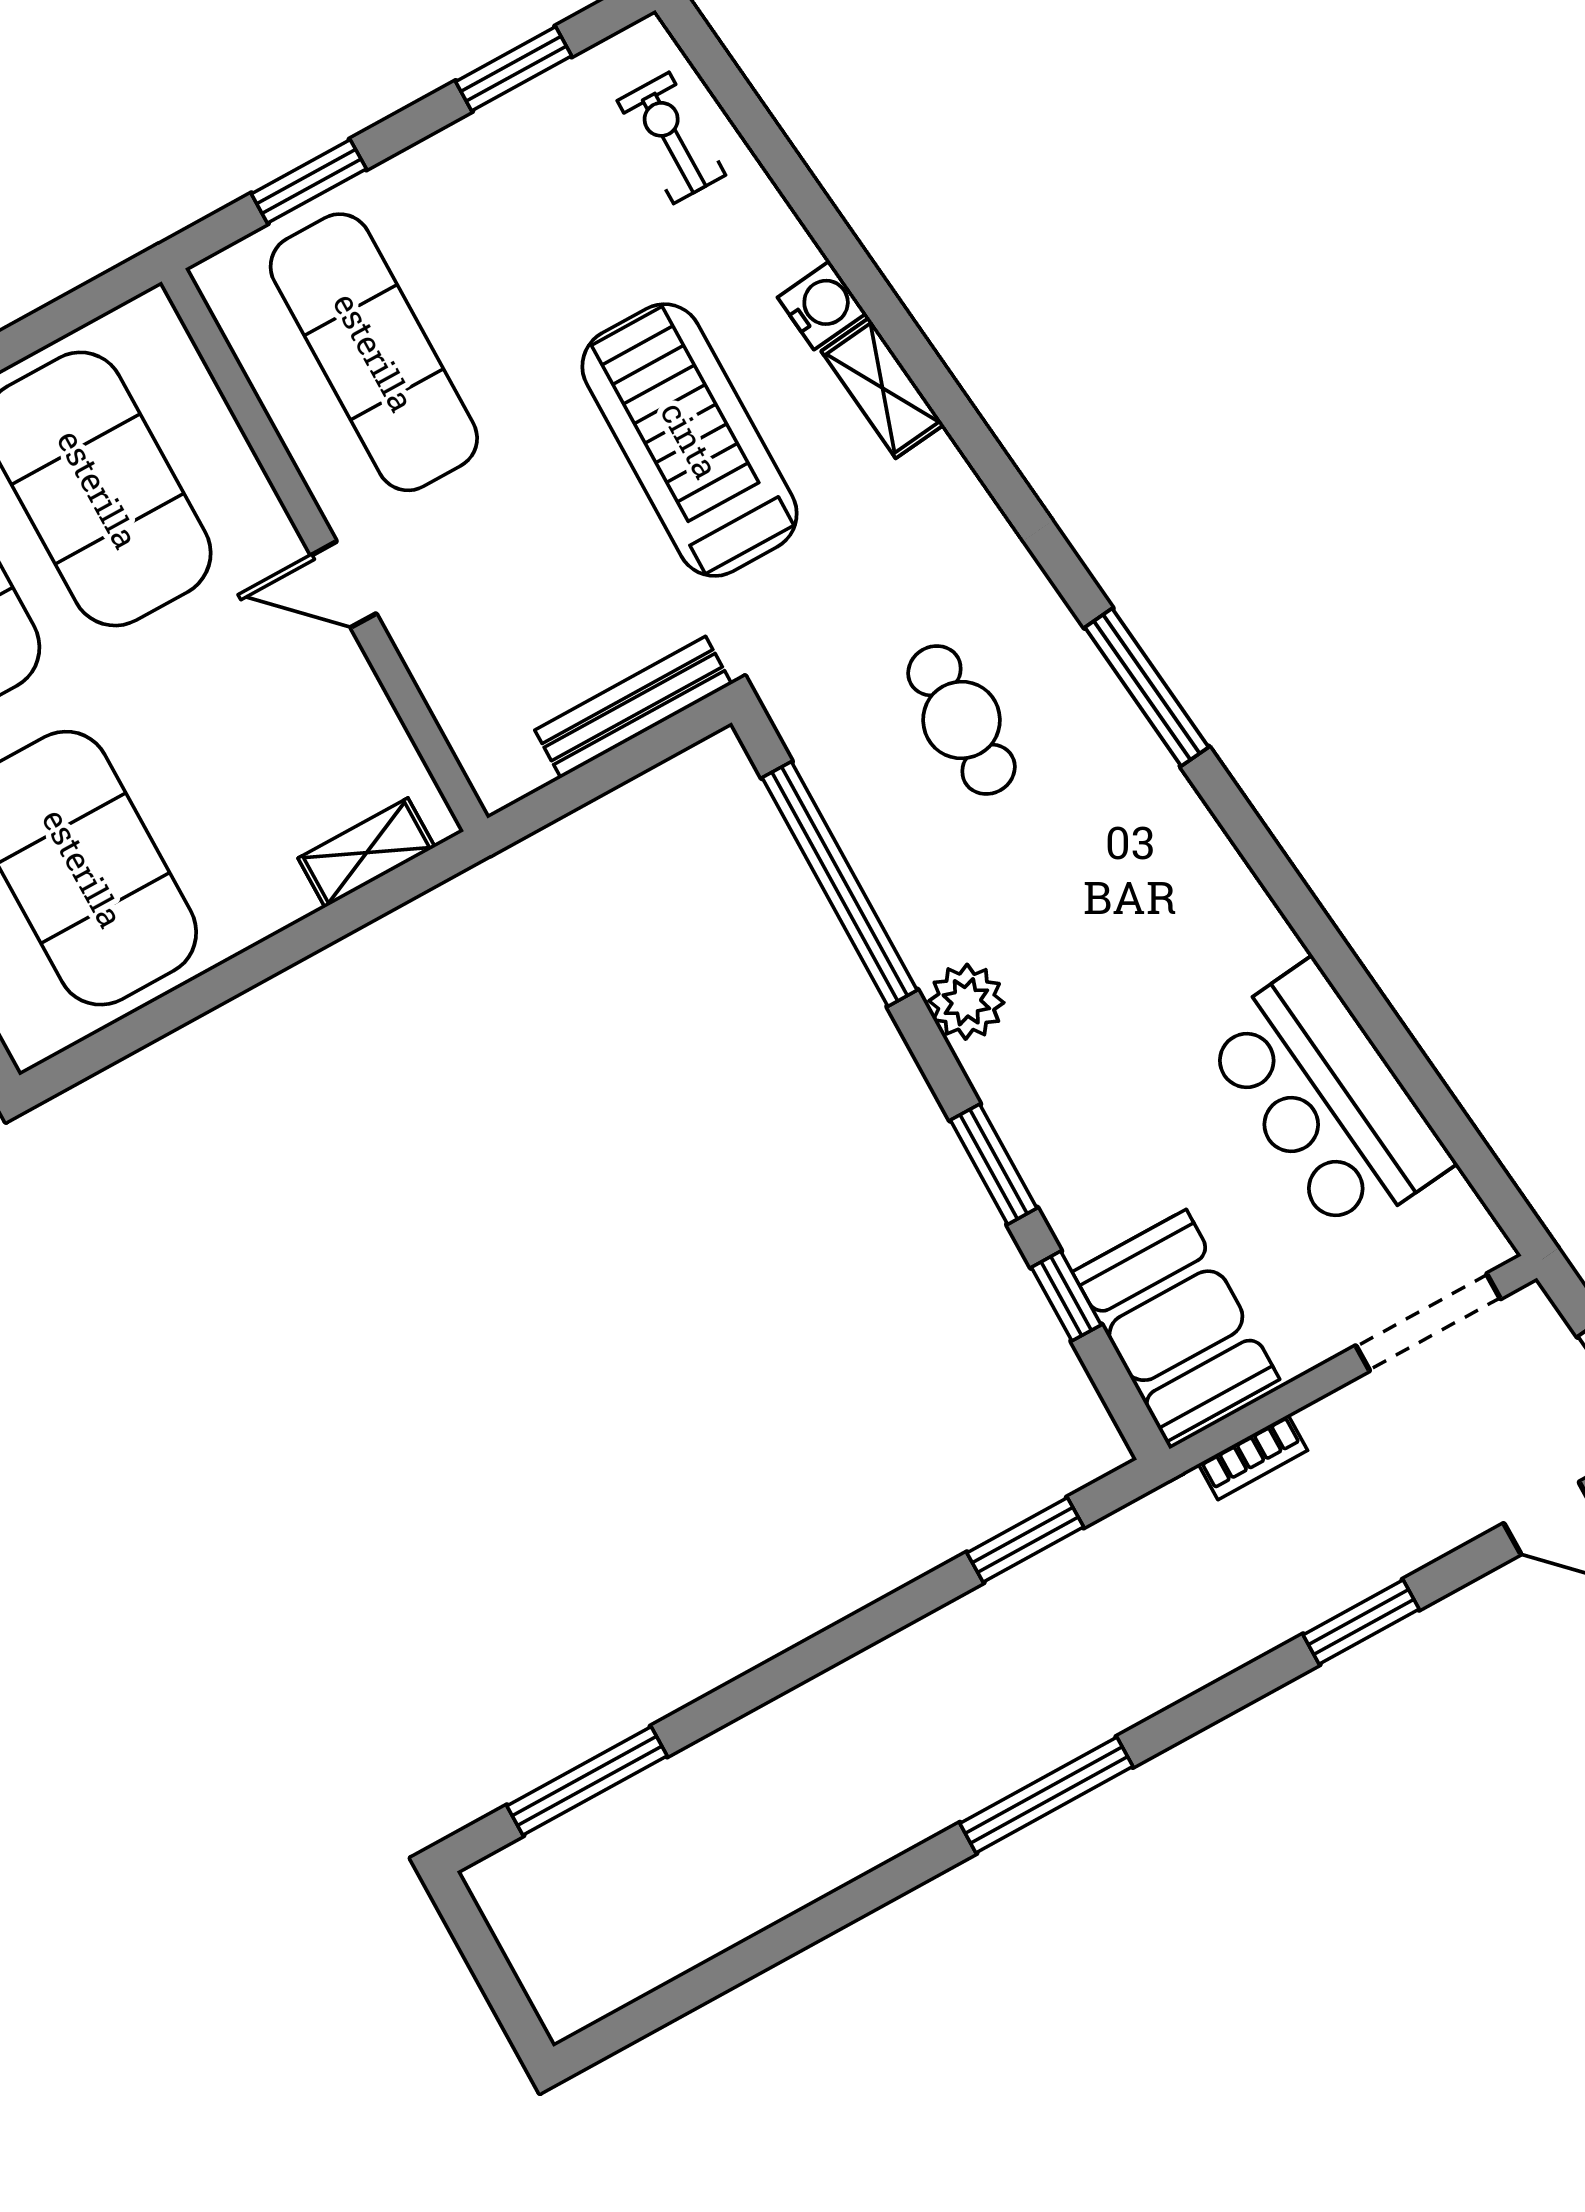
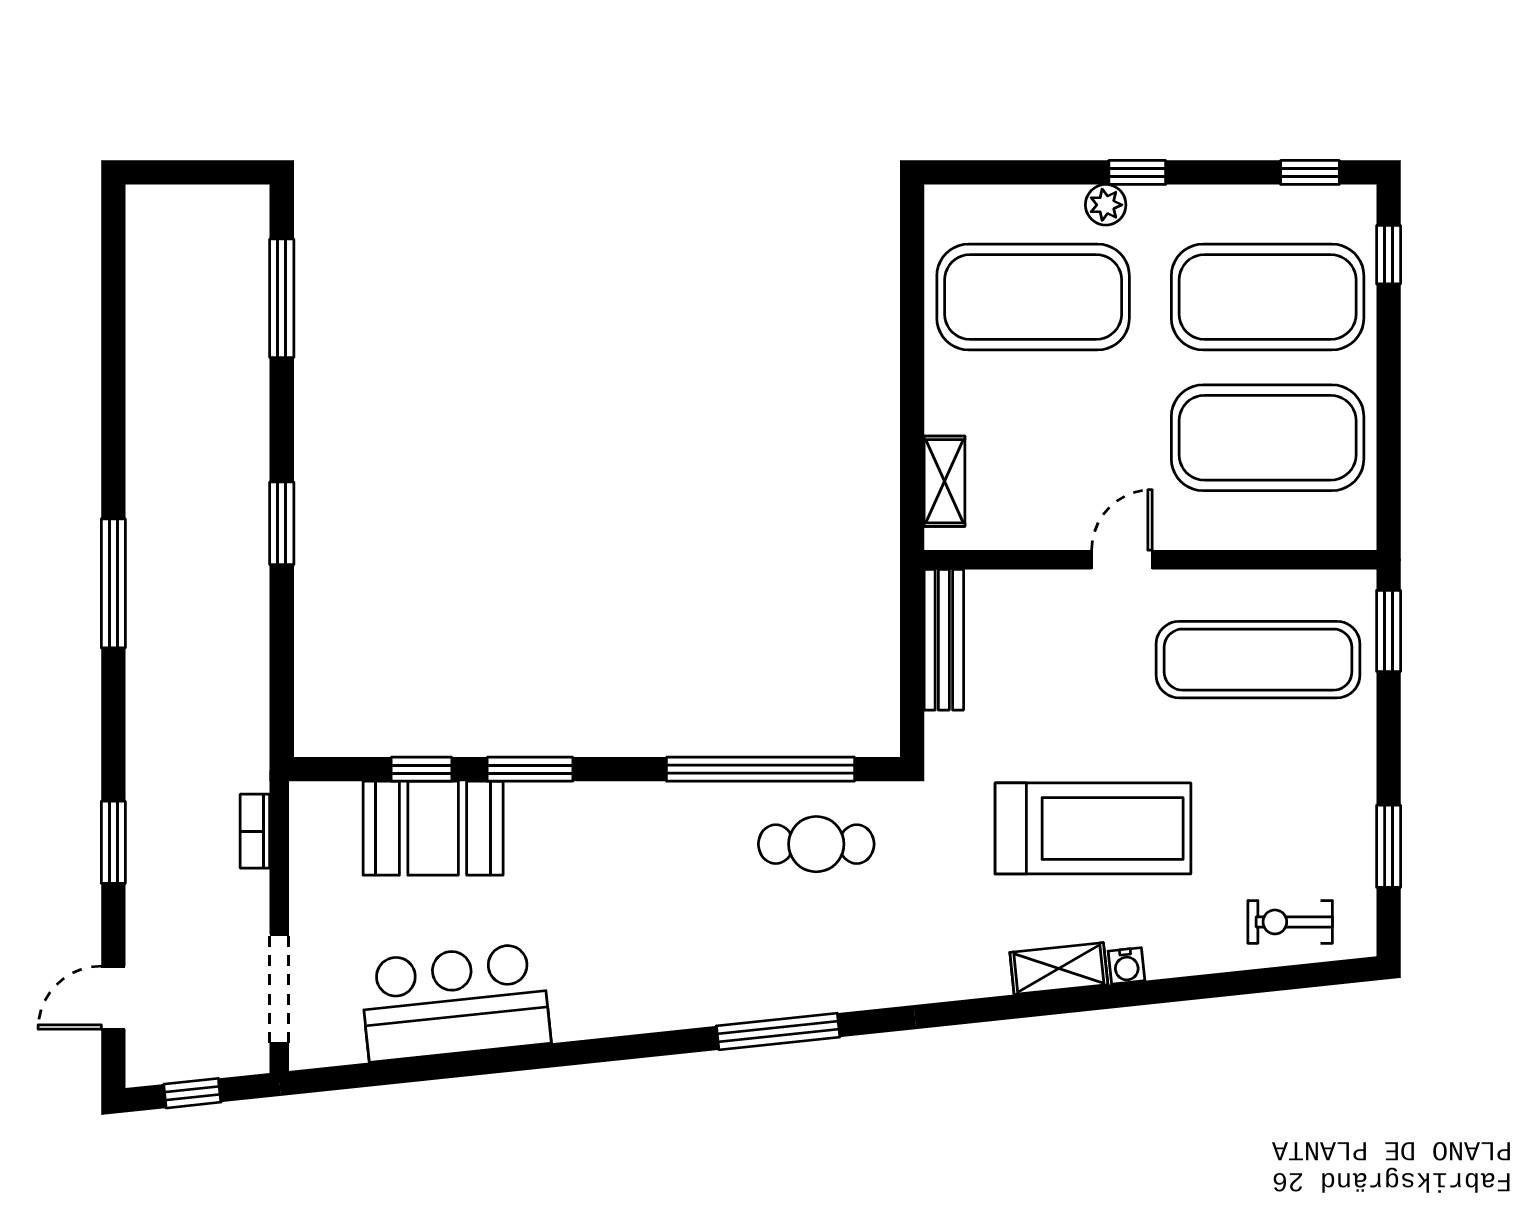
exercise bike: (671, 138) -> (1290, 922), turned 180
window: (309, 181) -> (1389, 631), moved
water cooler: (822, 305) -> (1126, 966), width x0.72, depth x0.72
bench: (633, 707) -> (944, 640), moved
cafe table: (962, 720) -> (816, 844), moved
plant: (966, 1002) -> (642, 808), removed
booth: (1176, 1326) -> (433, 828), moved
window: (1025, 1540) -> (282, 523), moved

